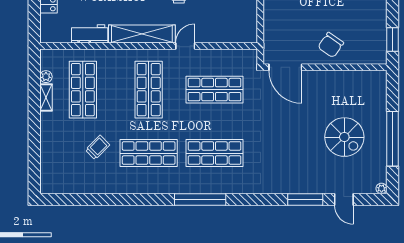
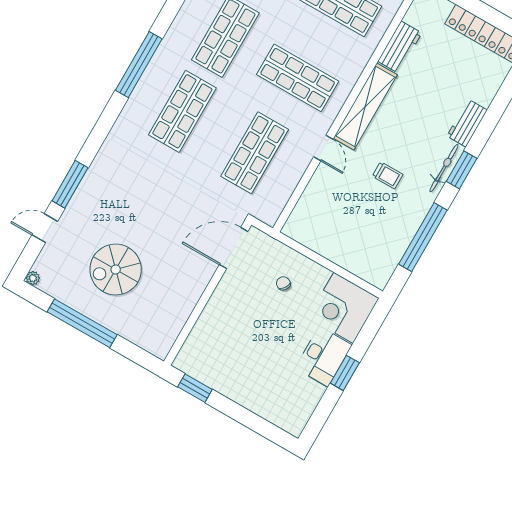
chair: (331, 45) -> (283, 283), moved, width x0.54, depth x0.54

